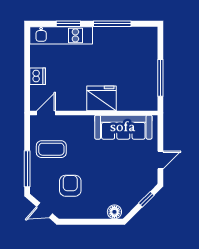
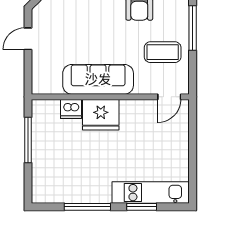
dishwasher: (38, 76) -> (71, 109), moved, turned -90
sofa: (123, 127) -> (98, 79), moved

